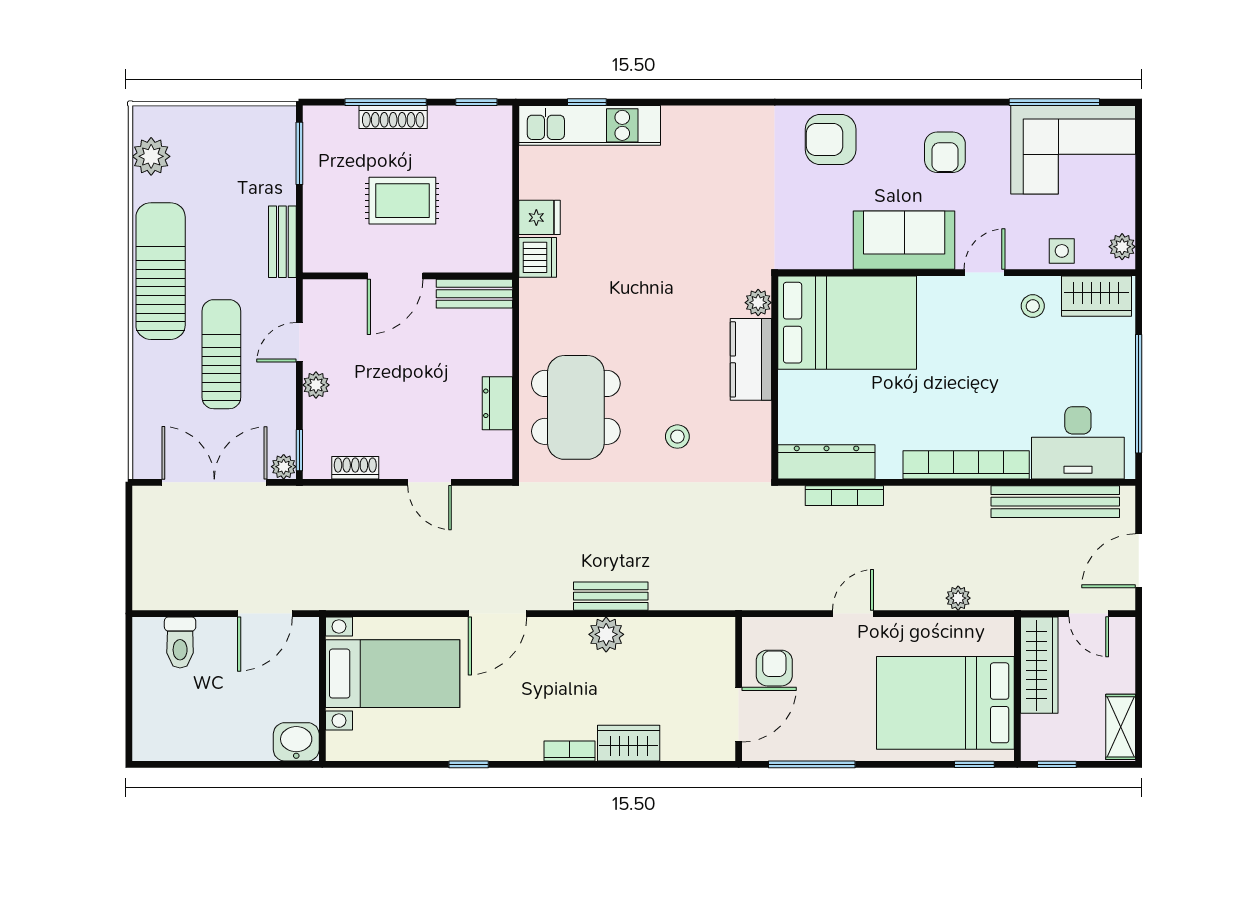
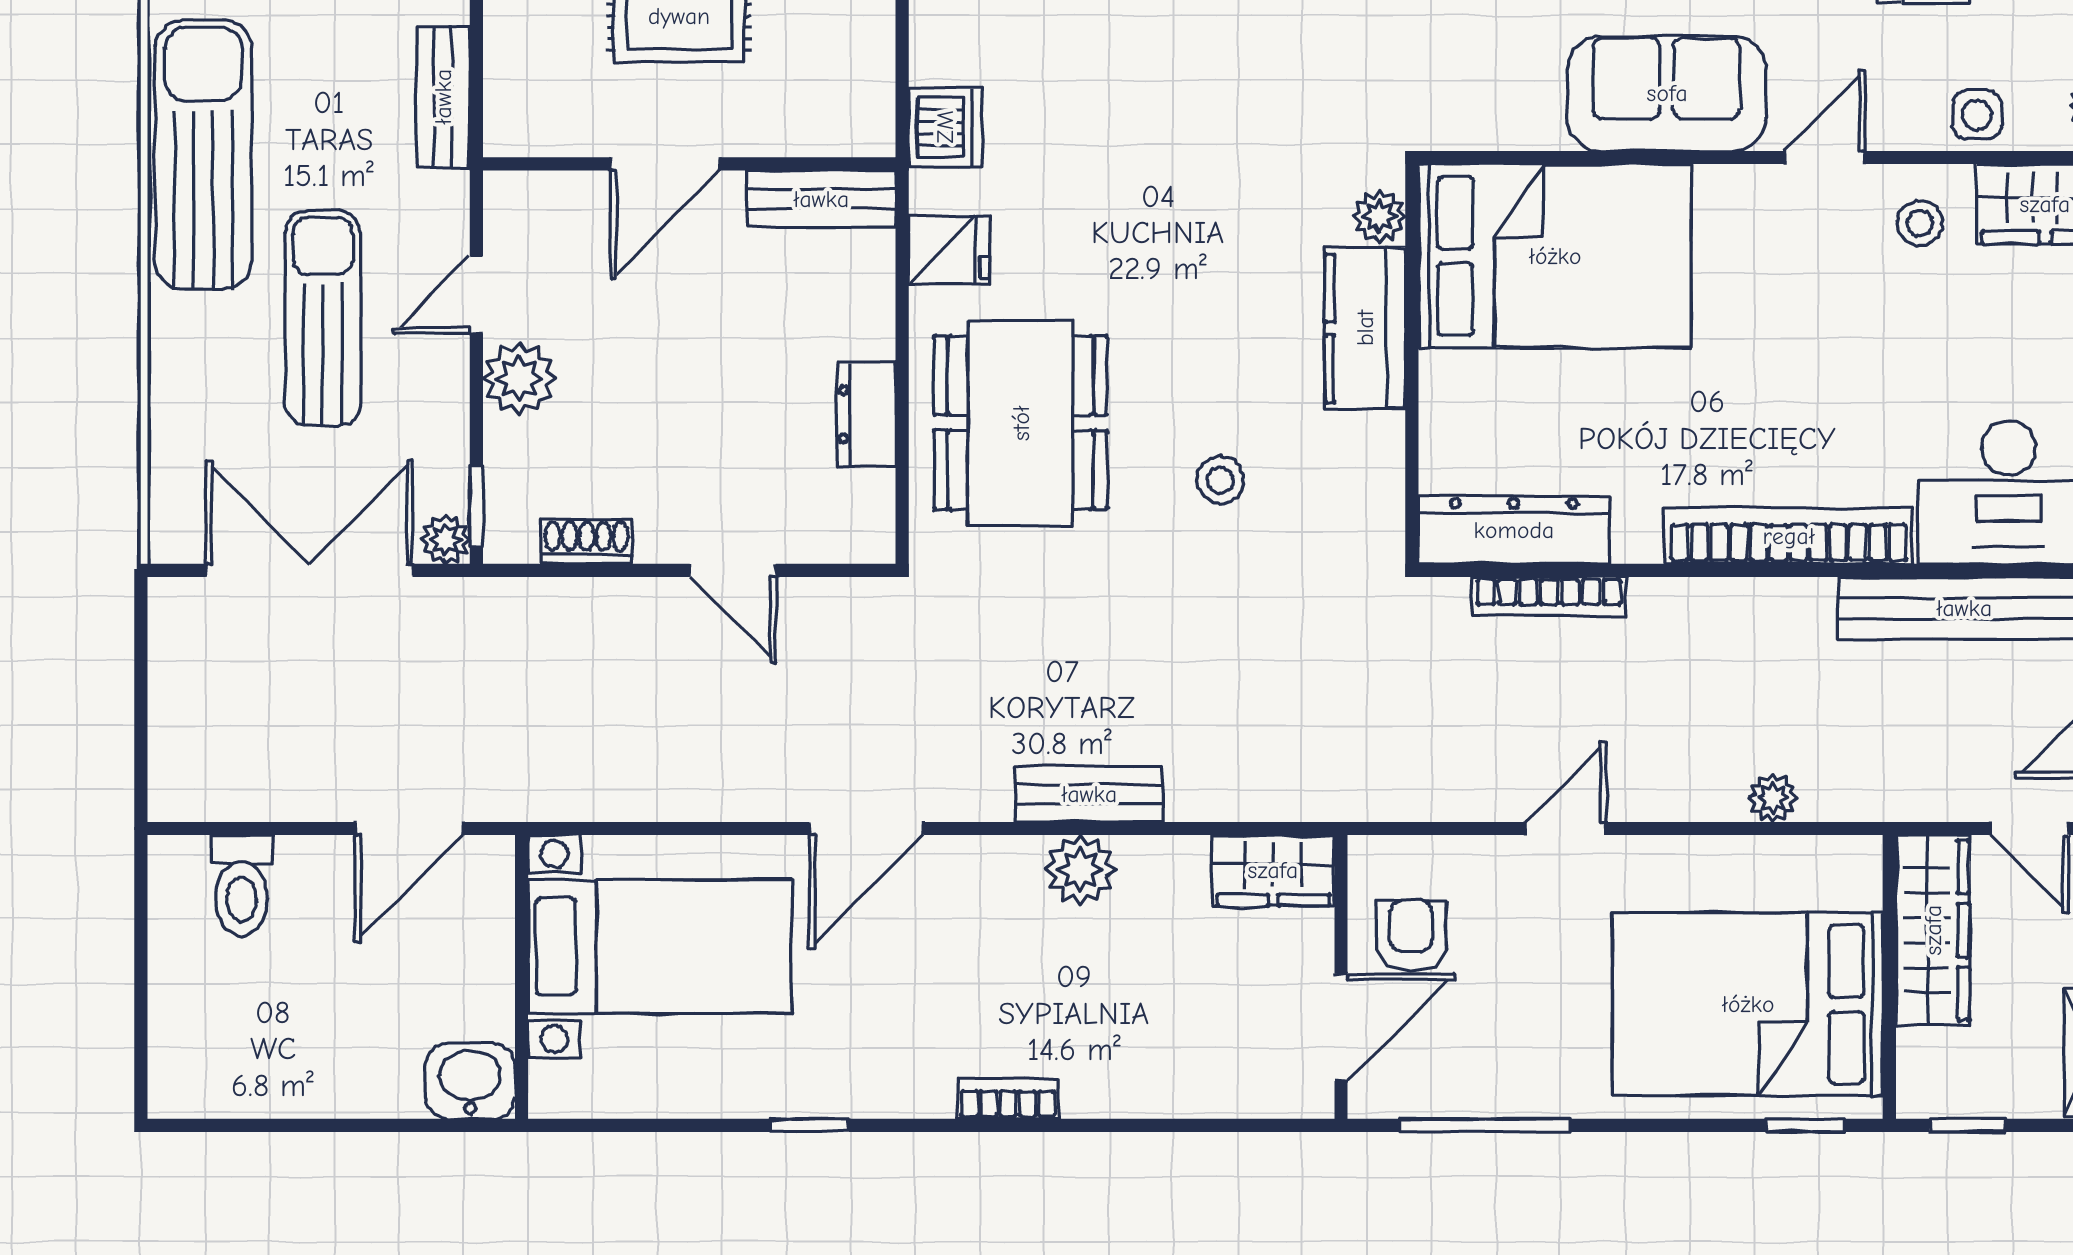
fridge: (540, 217) -> (949, 250), moved
plant: (316, 385) -> (519, 379), width x1.38, depth x1.38
wardrobe: (629, 743) -> (1273, 870), moved, turned 180

